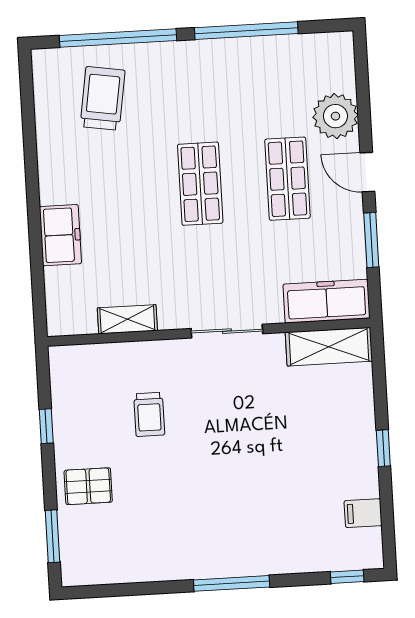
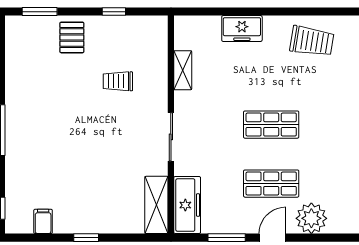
trolley: (103, 98) -> (312, 41), moved

